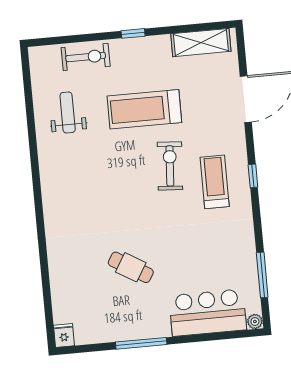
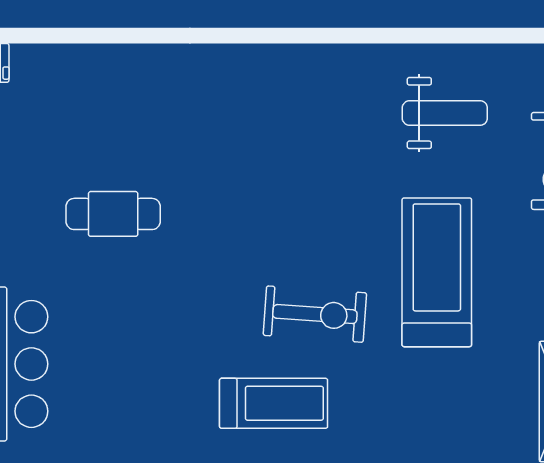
cafe table: (131, 267) -> (113, 214), turned 59

